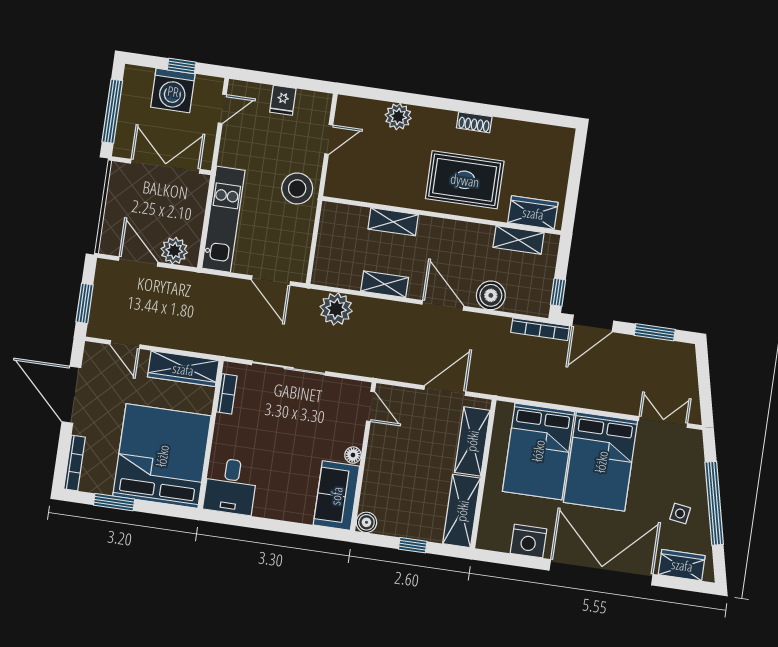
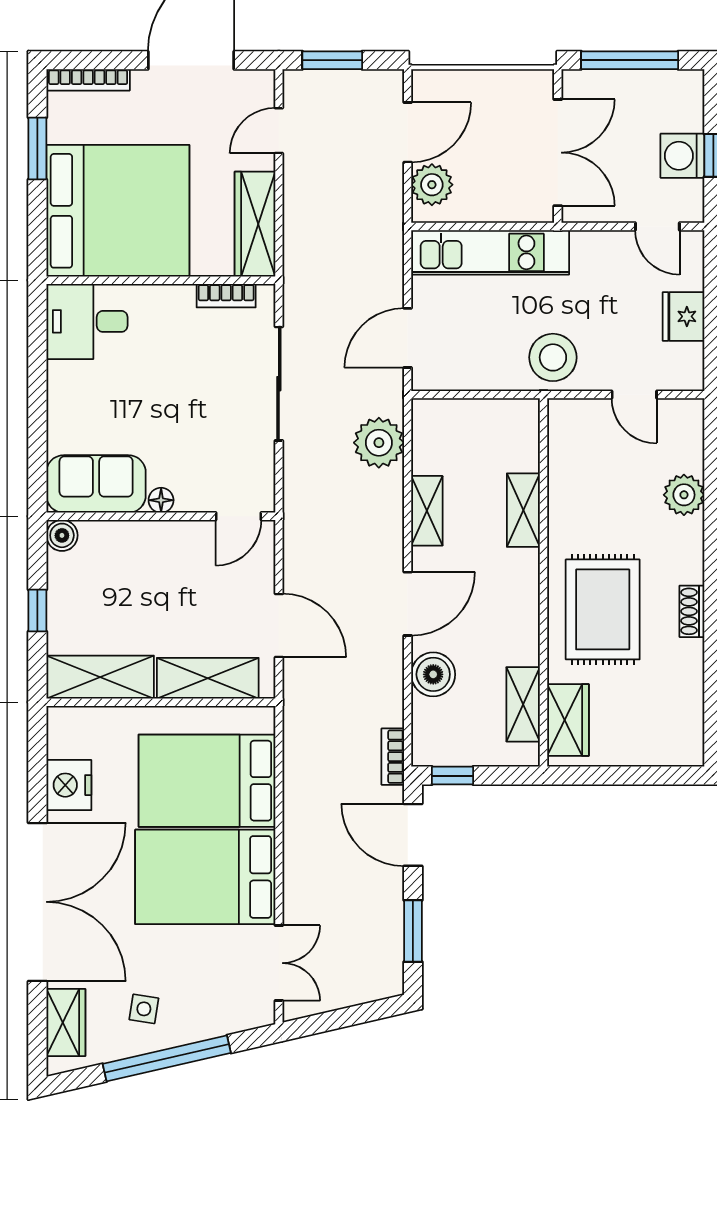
washing machine: (173, 91) -> (682, 156), width x0.73, depth x0.73
fridge: (283, 100) -> (683, 316), width x1.38
bookcase: (540, 329) -> (393, 757), width x0.64

